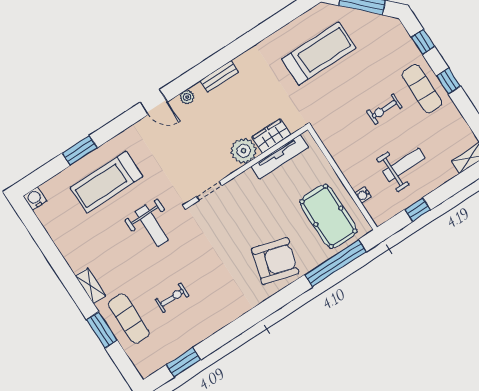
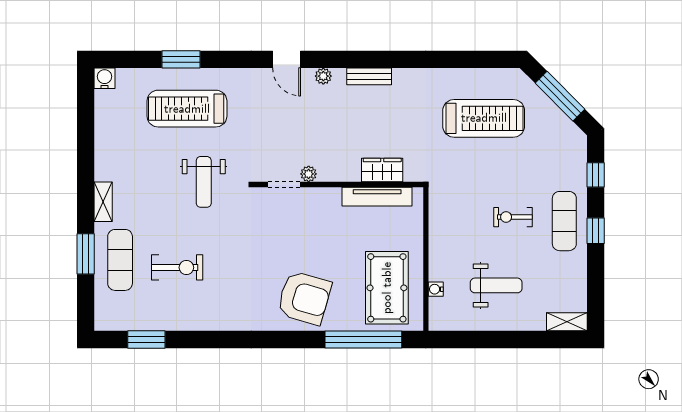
plant: (244, 151) -> (309, 174), moved, width x0.53, depth x0.53
window: (418, 210) -> (481, 340), removed
exercise bike: (172, 298) -> (177, 267), width x1.38, depth x1.39

